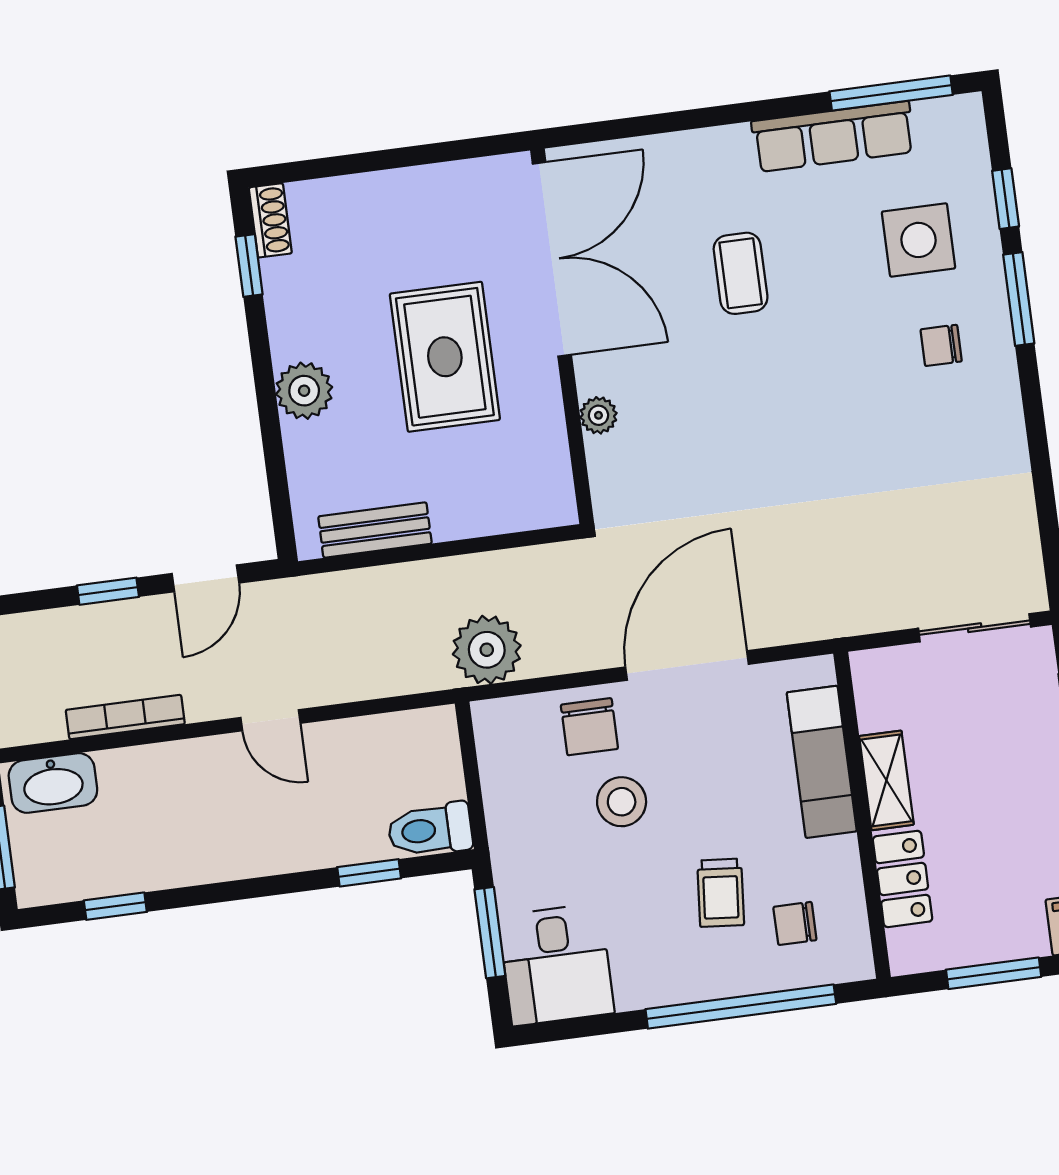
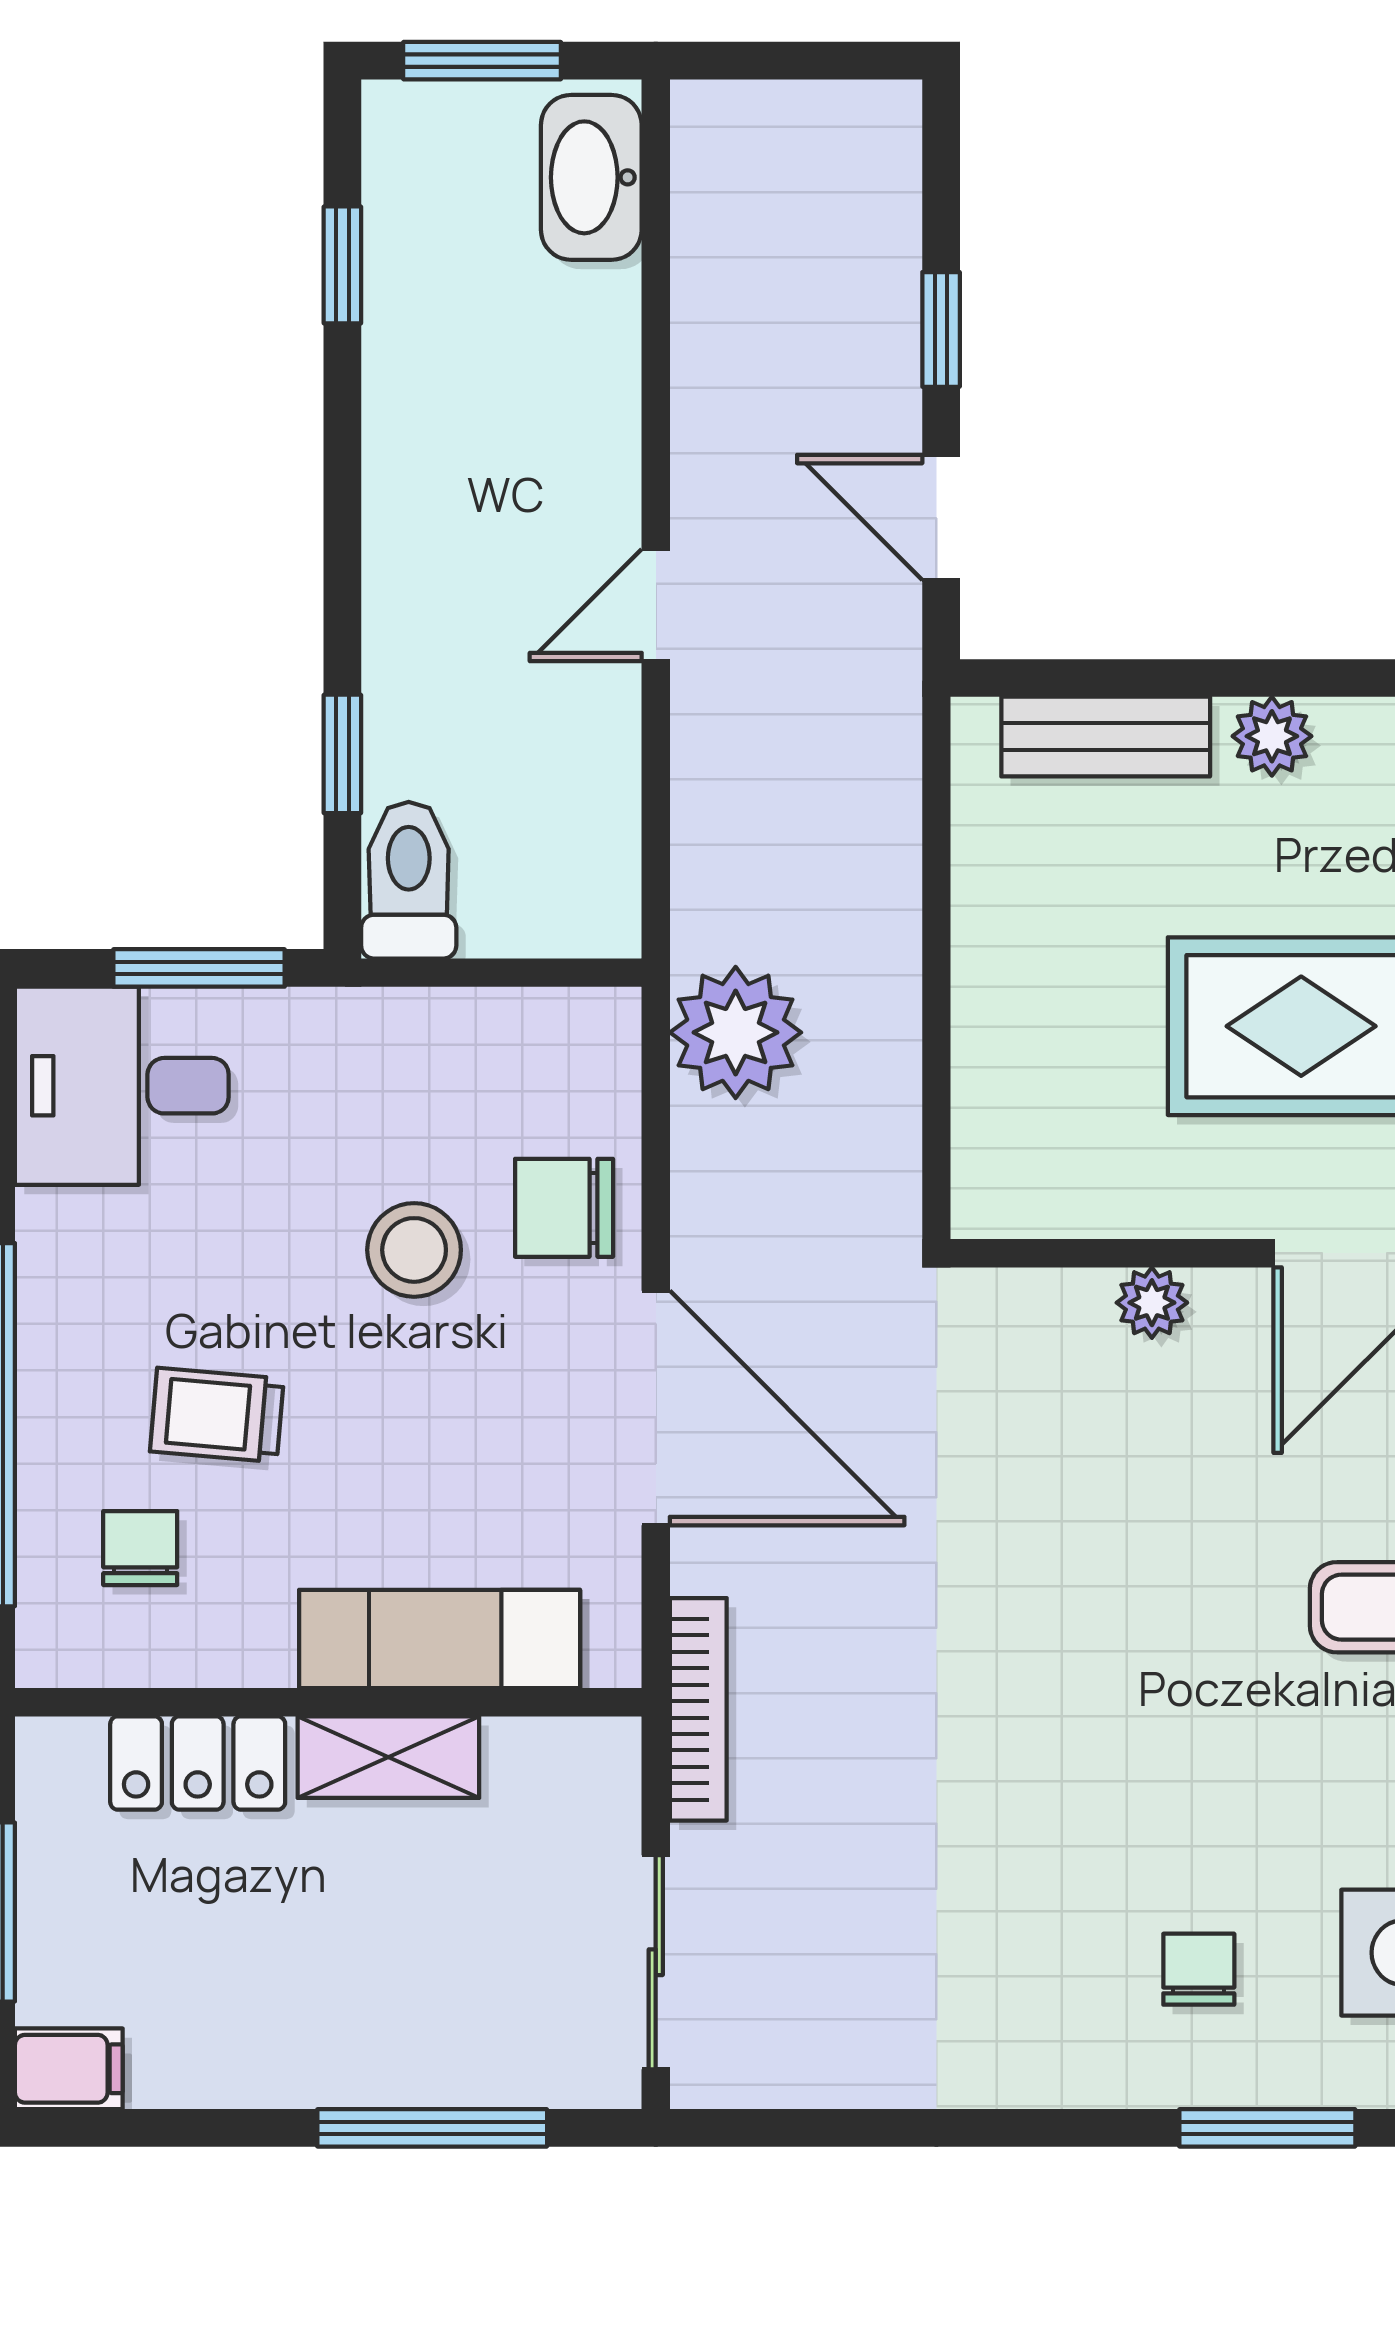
plant: (304, 391) -> (1272, 736), width x0.73, depth x0.73
bench: (375, 530) -> (1106, 737), moved, turned 90
bookcase: (125, 717) -> (698, 1709), moved

